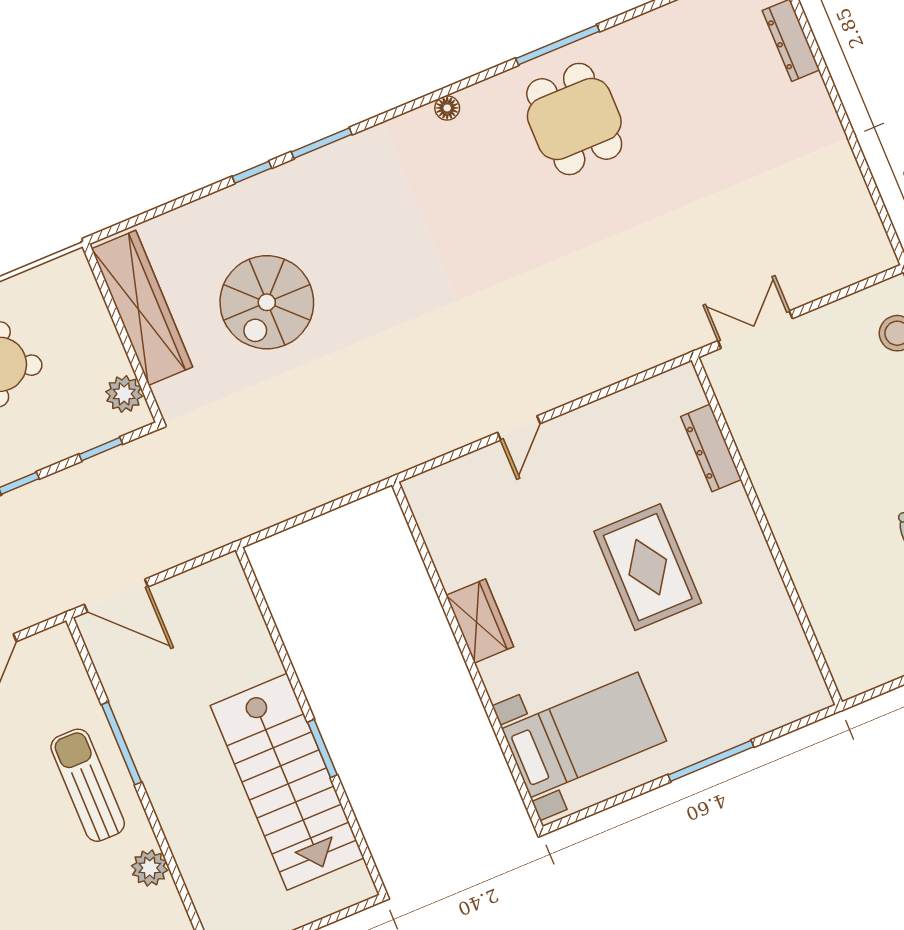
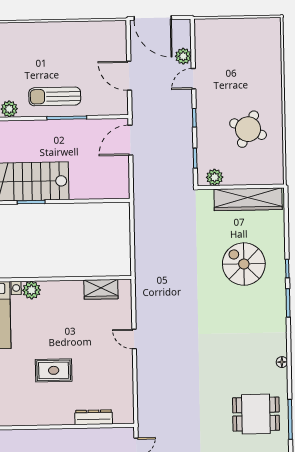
spiral stairs: (267, 302) -> (244, 264), moved
rug: (648, 567) -> (54, 370), width x0.73, depth x0.70
wardrobe: (480, 621) -> (101, 289), moved
plant: (502, 677) -> (32, 290), added
sun lounger: (88, 785) -> (55, 96), turned 180

